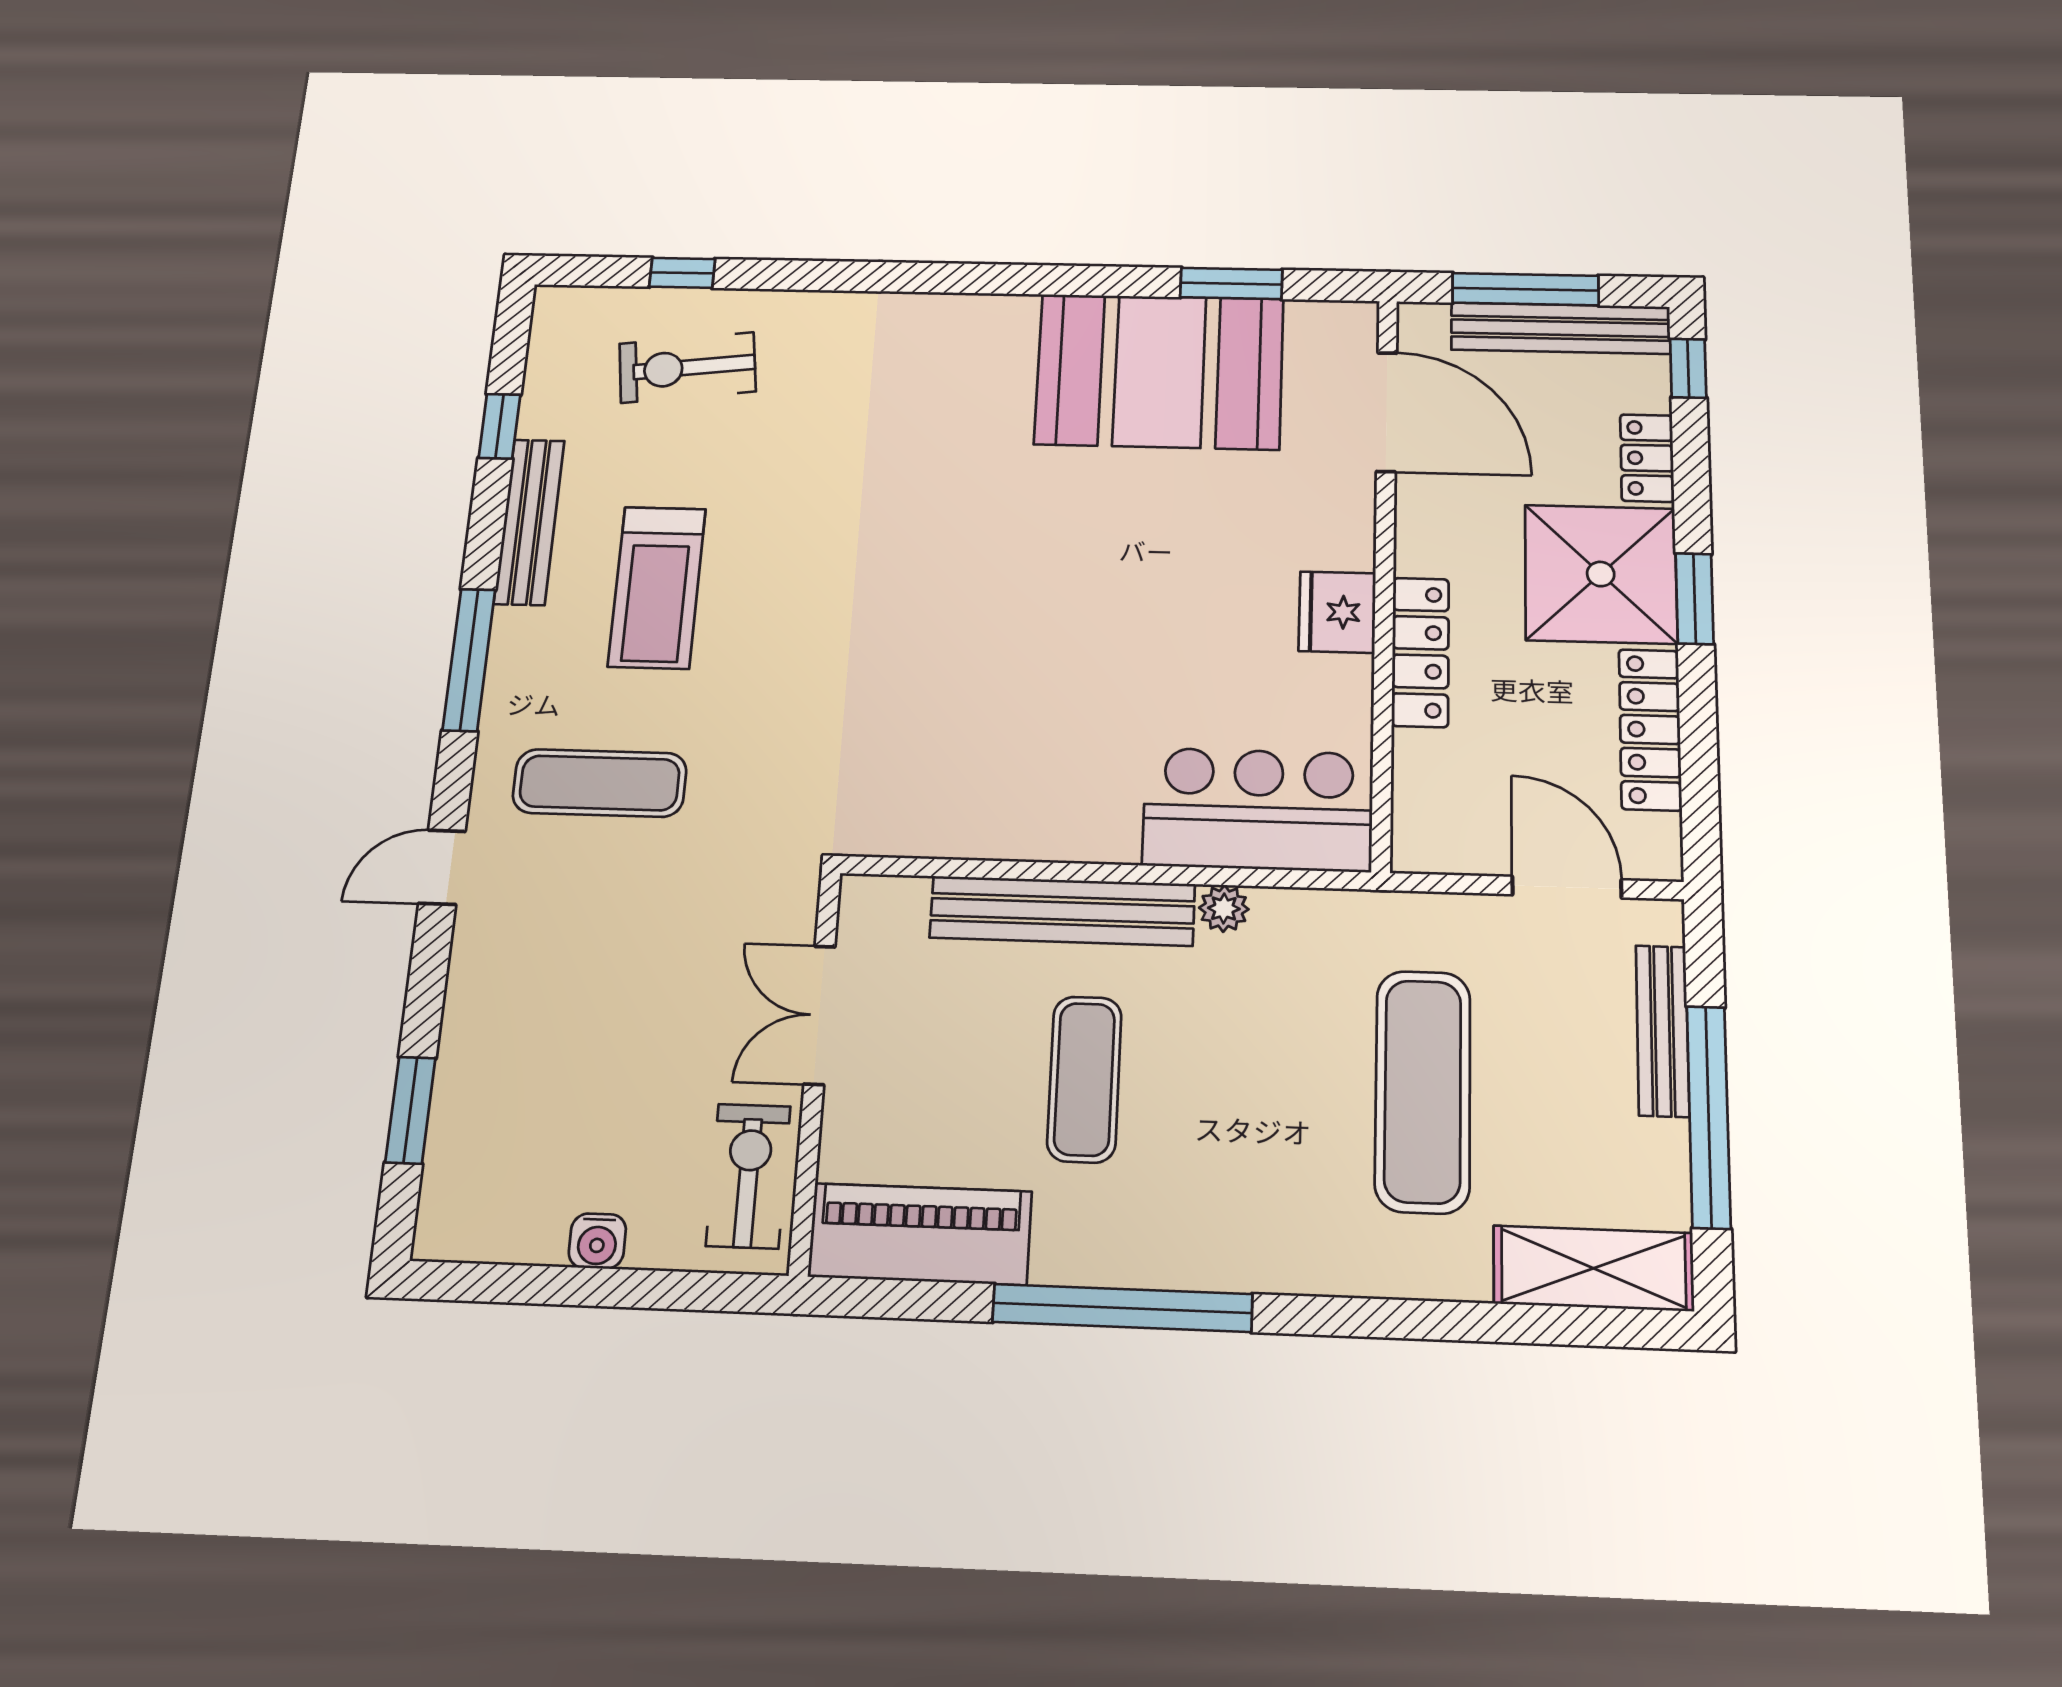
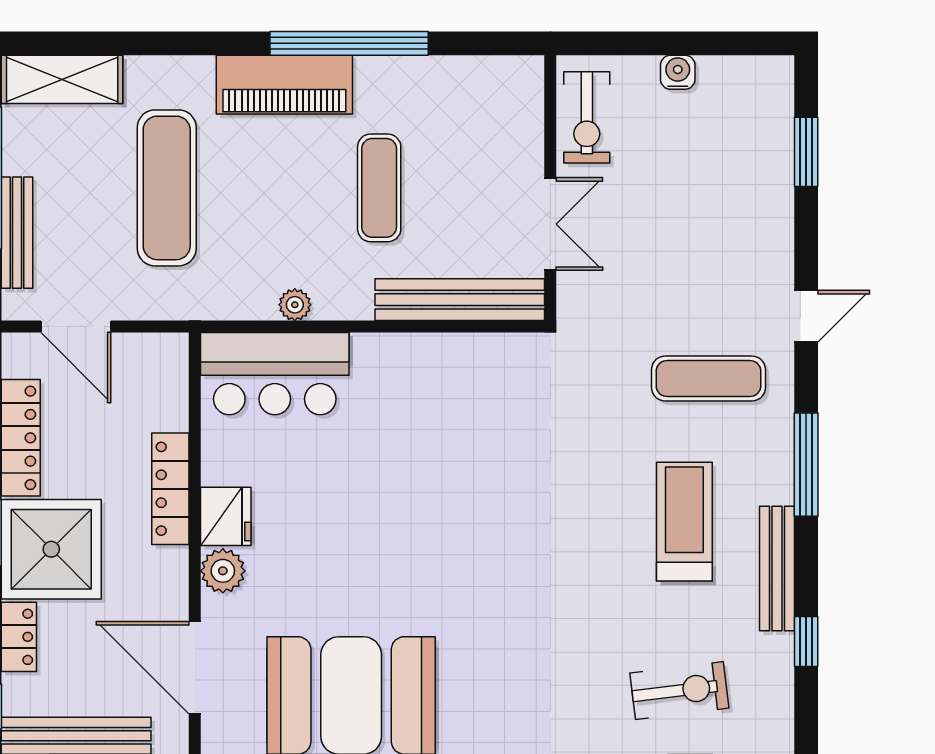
plant: (1343, 539) -> (223, 571), added
bench: (1062, 911) -> (460, 300), moved
piano: (920, 1234) -> (284, 85), moved

